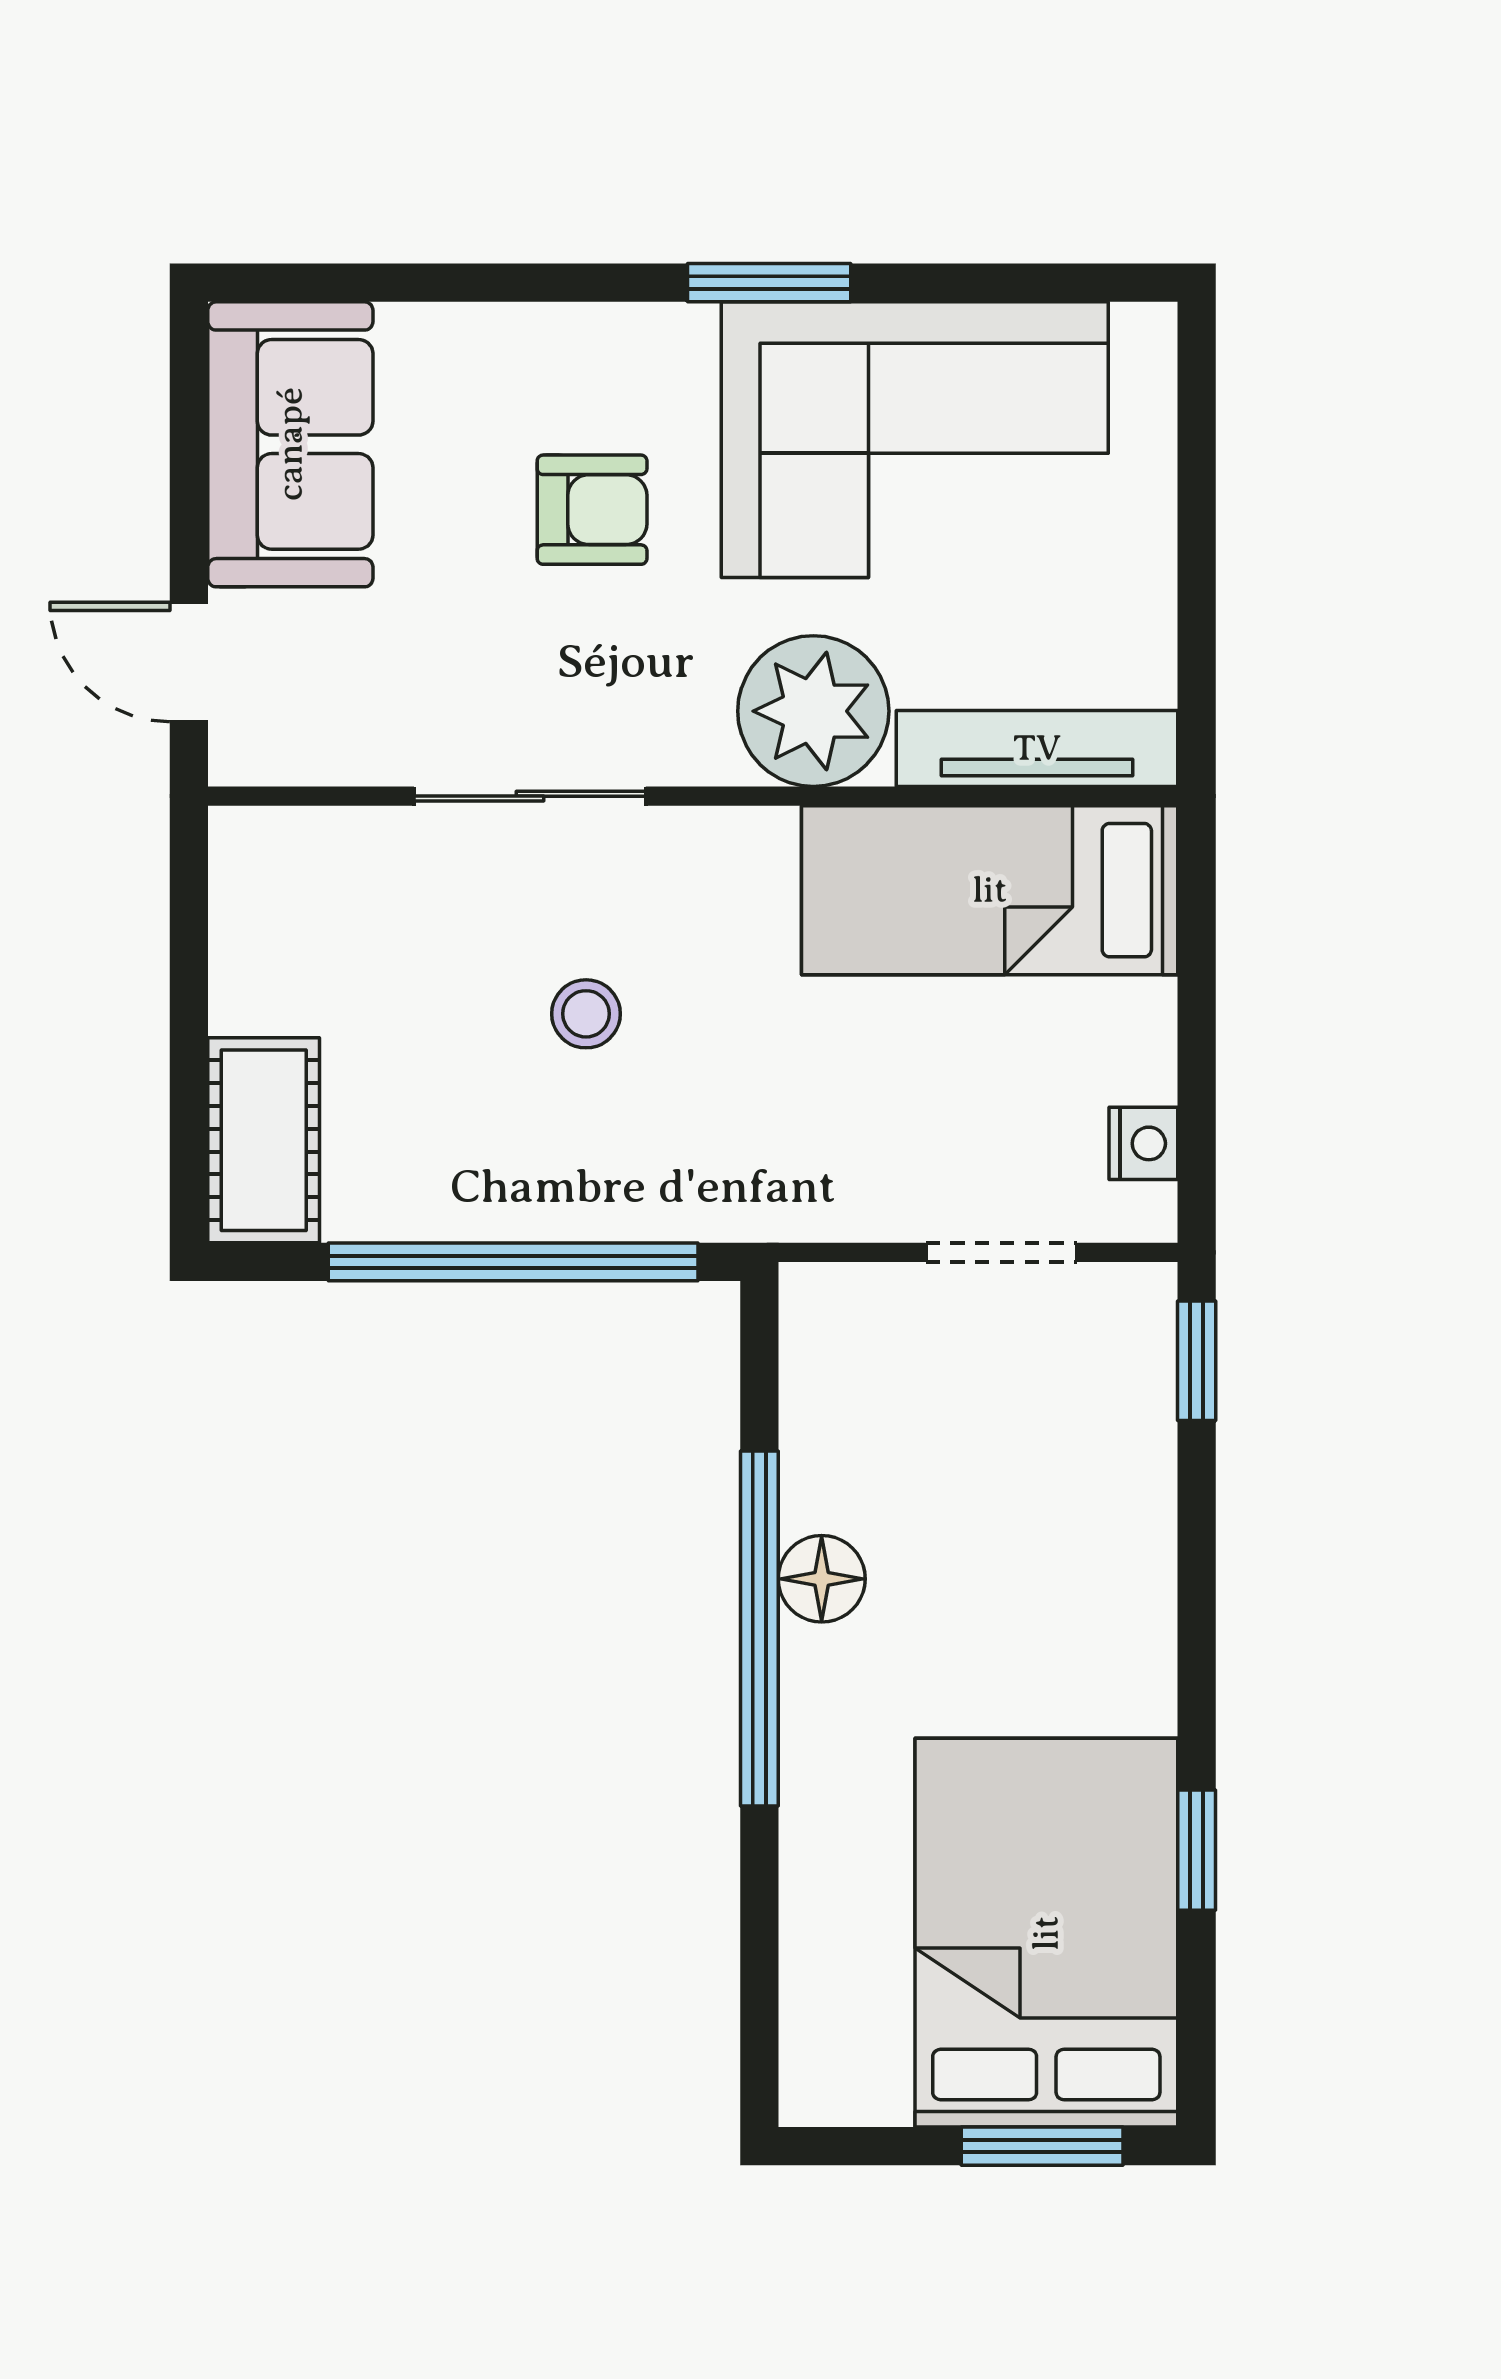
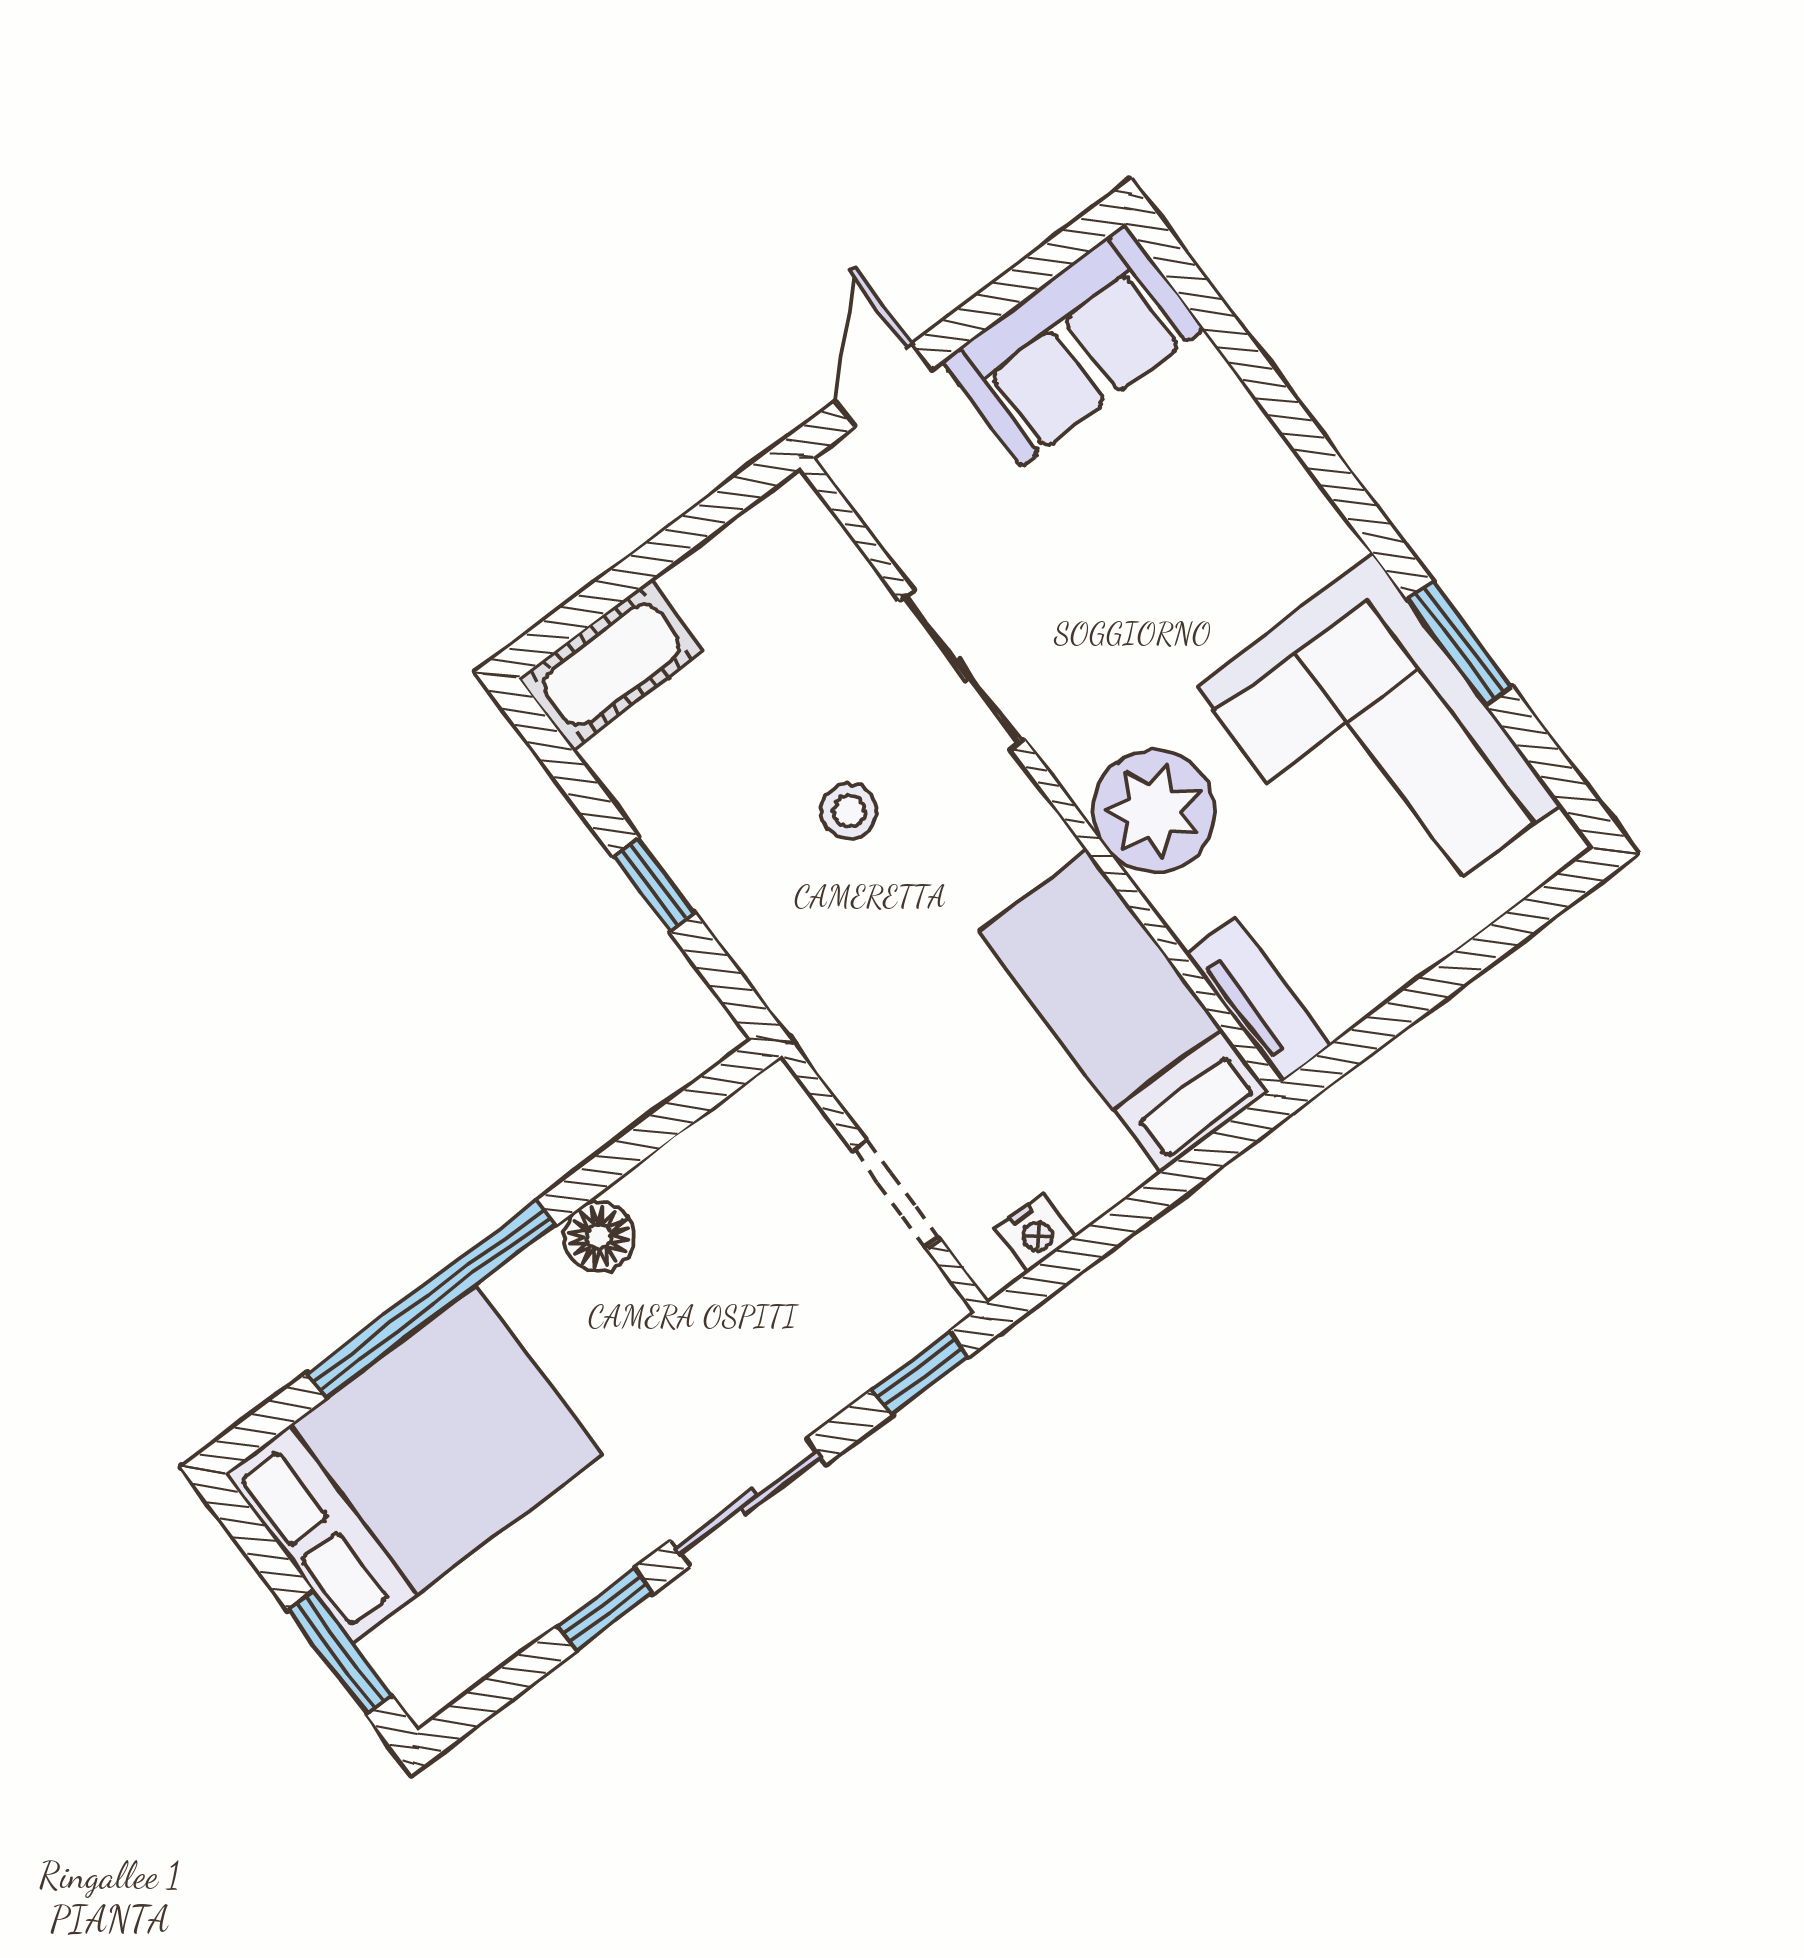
window: (769, 283) -> (1460, 643), moved
armchair: (592, 510) -> (1177, 571), removed
tv unit: (1037, 748) -> (1258, 1000), width x0.71
window: (513, 1262) -> (654, 884), width x0.32
window: (759, 1628) -> (432, 1299), moved
sliding door: (1197, 1628) -> (748, 1502), added
bed: (1046, 1933) -> (413, 1464), moved

